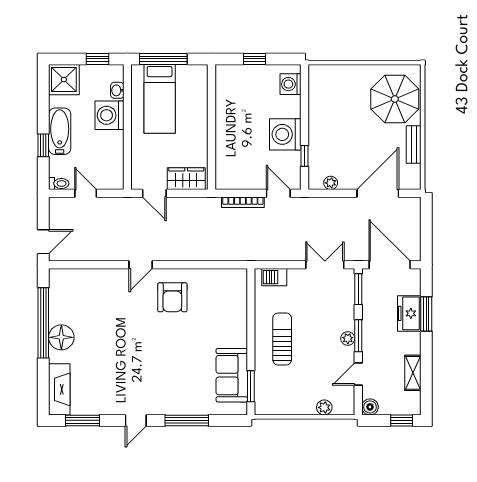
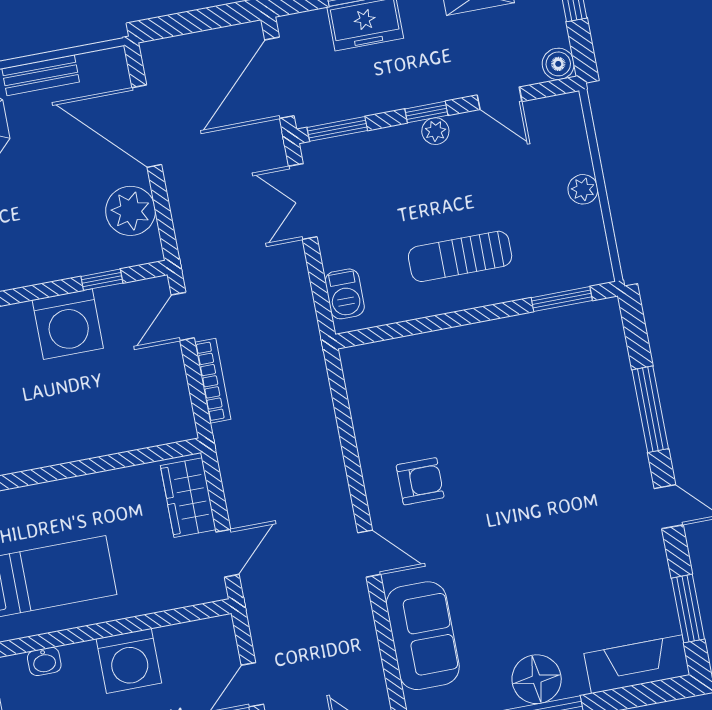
washing machine: (109, 115) -> (129, 661), moved
plant: (331, 183) -> (131, 211), width x1.88, depth x1.88
armchair: (172, 297) -> (420, 481), width x0.72, depth x0.72
window: (358, 336) -> (426, 112), width x0.67
sofa: (232, 375) -> (423, 636), moved, turned -90
plant: (324, 407) -> (583, 189), moved

